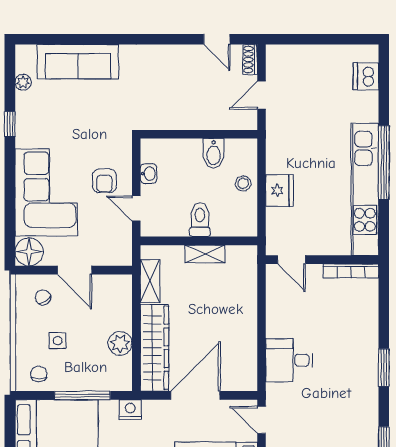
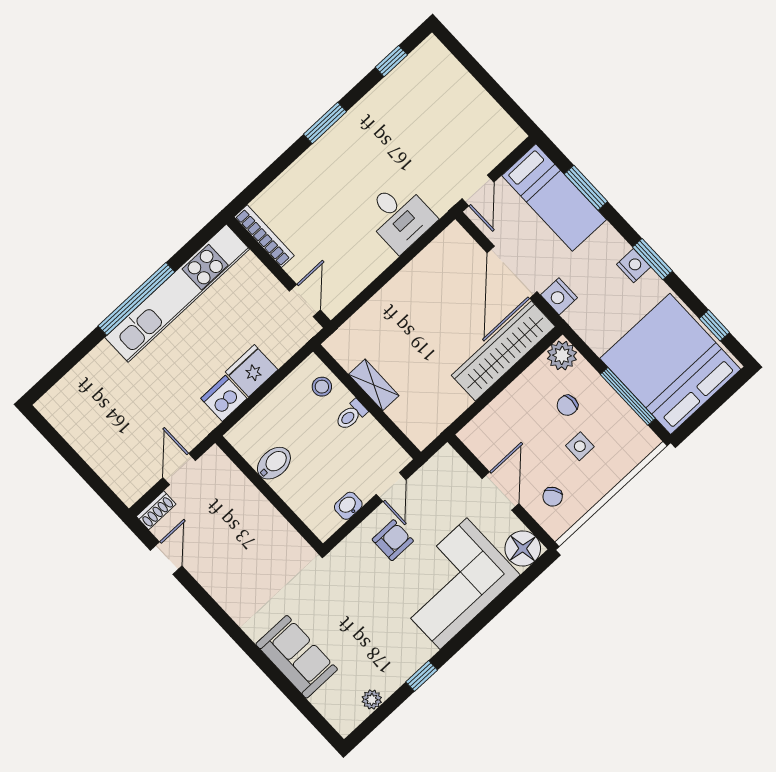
sofa: (78, 62) -> (297, 657), width x0.73
dishwasher: (366, 76) -> (224, 398), moved, turned 180
door: (262, 95) -> (179, 469), swing flipped
stool: (243, 183) -> (322, 387), moved
toilet: (200, 220) -> (351, 415), width x0.73, depth x0.72
shelving: (150, 281) -> (446, 412), removed
plant: (120, 343) -> (562, 355), moved
chair: (39, 374) -> (567, 405), moved
window: (82, 395) -> (628, 396), moved
door: (195, 395) -> (512, 272), hinge flipped
nightstand: (130, 410) -> (559, 296), moved

